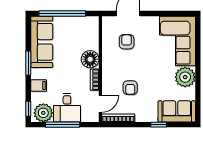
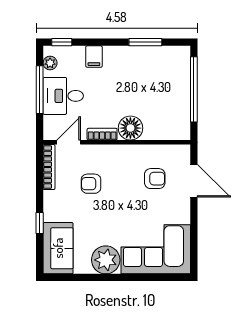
sofa: (42, 42) -> (155, 61), removed
window: (28, 63) -> (145, 42), moved
door: (100, 104) -> (69, 142), swing flipped
plant: (43, 113) -> (50, 63), width x0.53, depth x0.53

